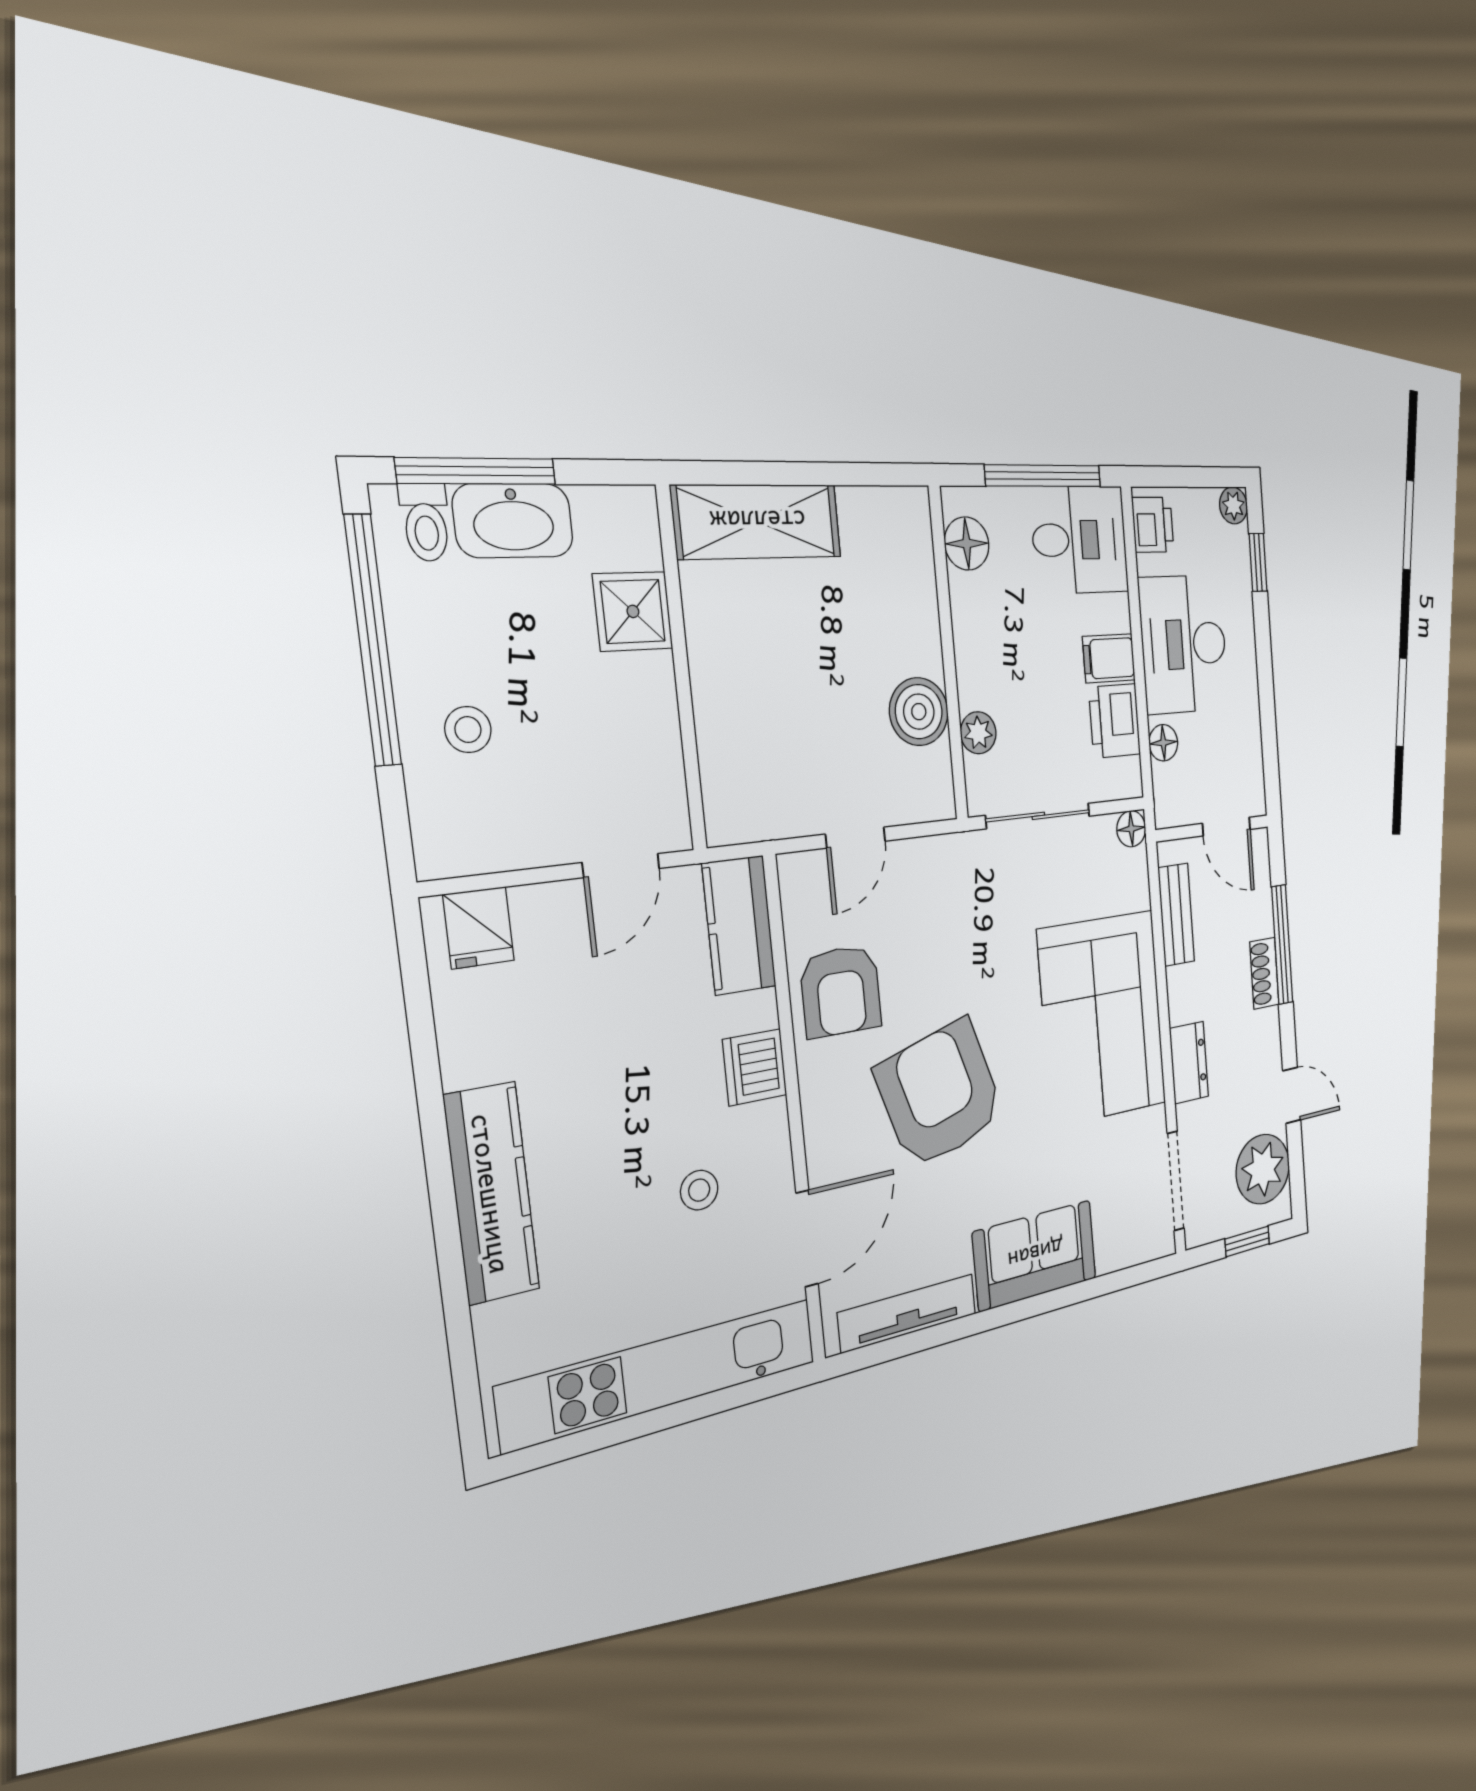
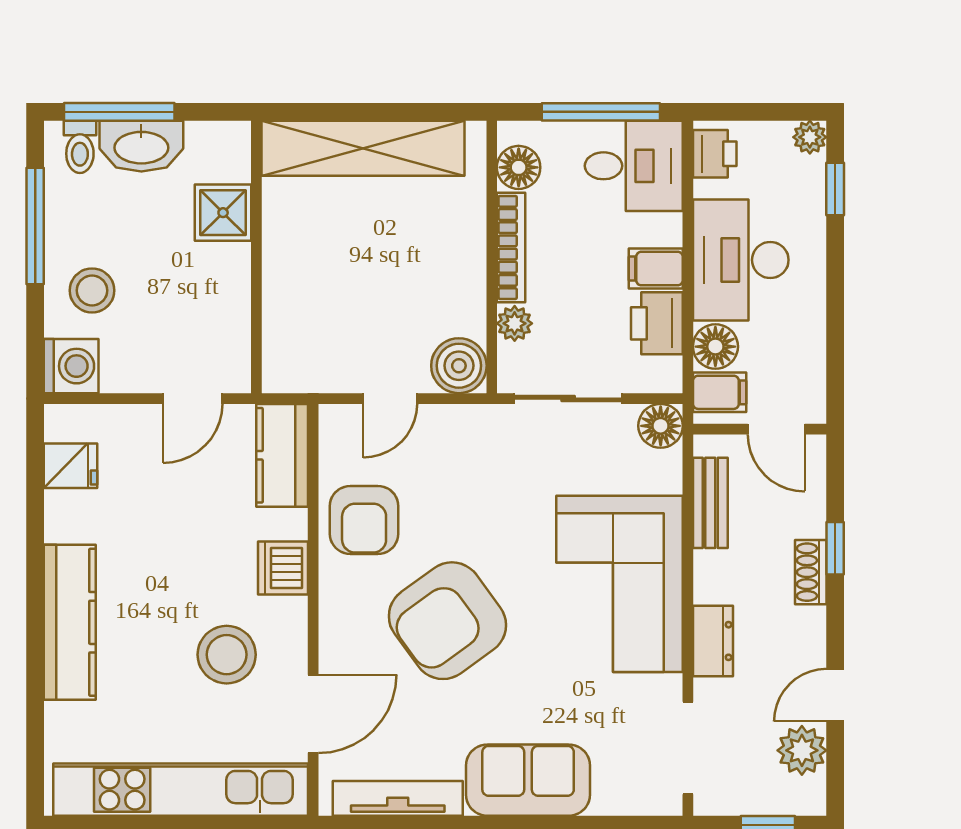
shelving: (757, 522) -> (363, 148), width x1.47
window: (373, 641) -> (35, 226), width x0.68
bookcase: (967, 641) -> (511, 247), added
boiler: (919, 712) -> (459, 366), moved
stool: (468, 730) -> (92, 290), width x1.37, depth x1.37
floor lamp: (1163, 743) -> (715, 347), width x1.37, depth x1.37
filing cabinet: (1176, 792) -> (720, 392), added
floor lamp: (1131, 829) -> (661, 426), width x1.37, depth x1.37
washing machine: (451, 839) -> (71, 366), added
fridge: (479, 928) -> (71, 466), moved, turned -90
window: (1282, 945) -> (835, 548), width x0.46
armchair: (940, 1094) -> (447, 621), turned -109
door: (1292, 1095) -> (835, 695), swing flipped
plant: (1263, 1169) -> (802, 750), width x0.73, depth x0.73
stool: (699, 1190) -> (227, 655), width x1.89, depth x1.89

